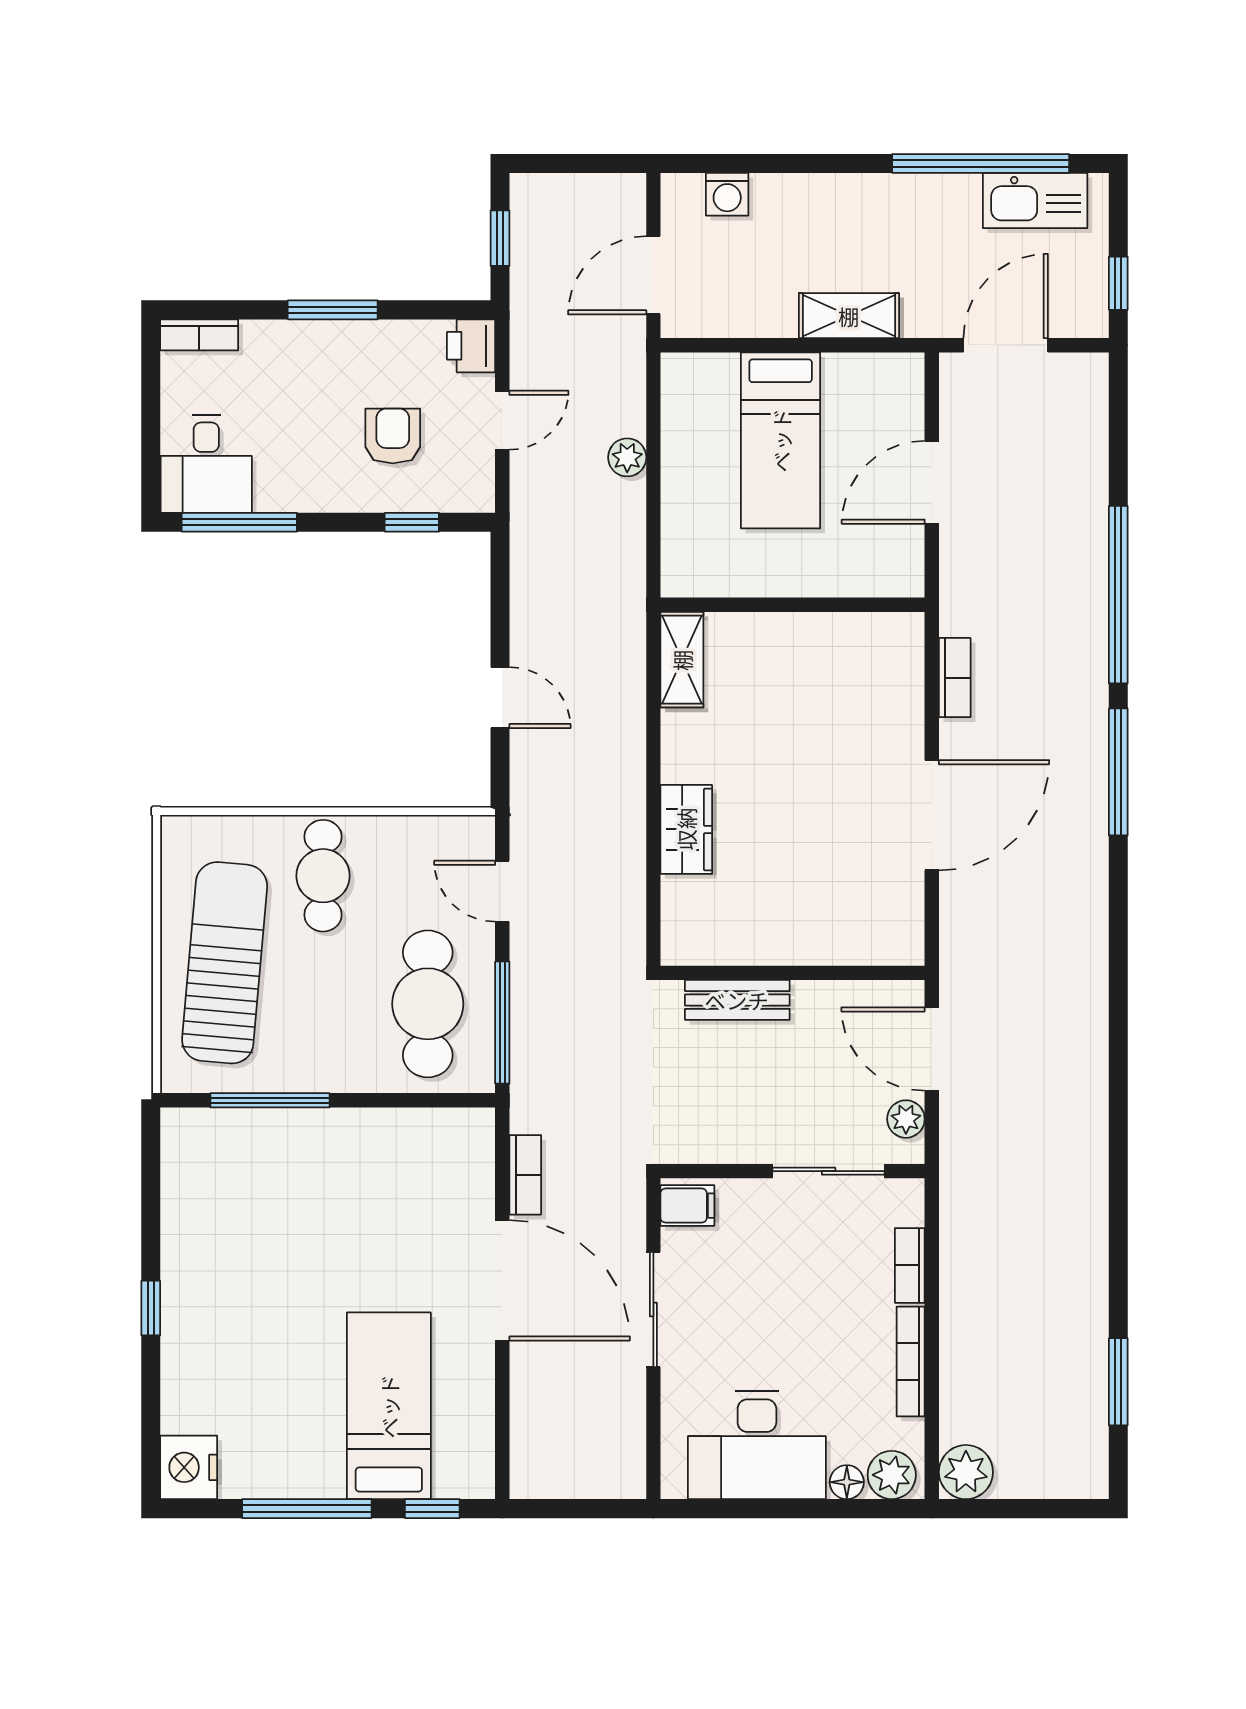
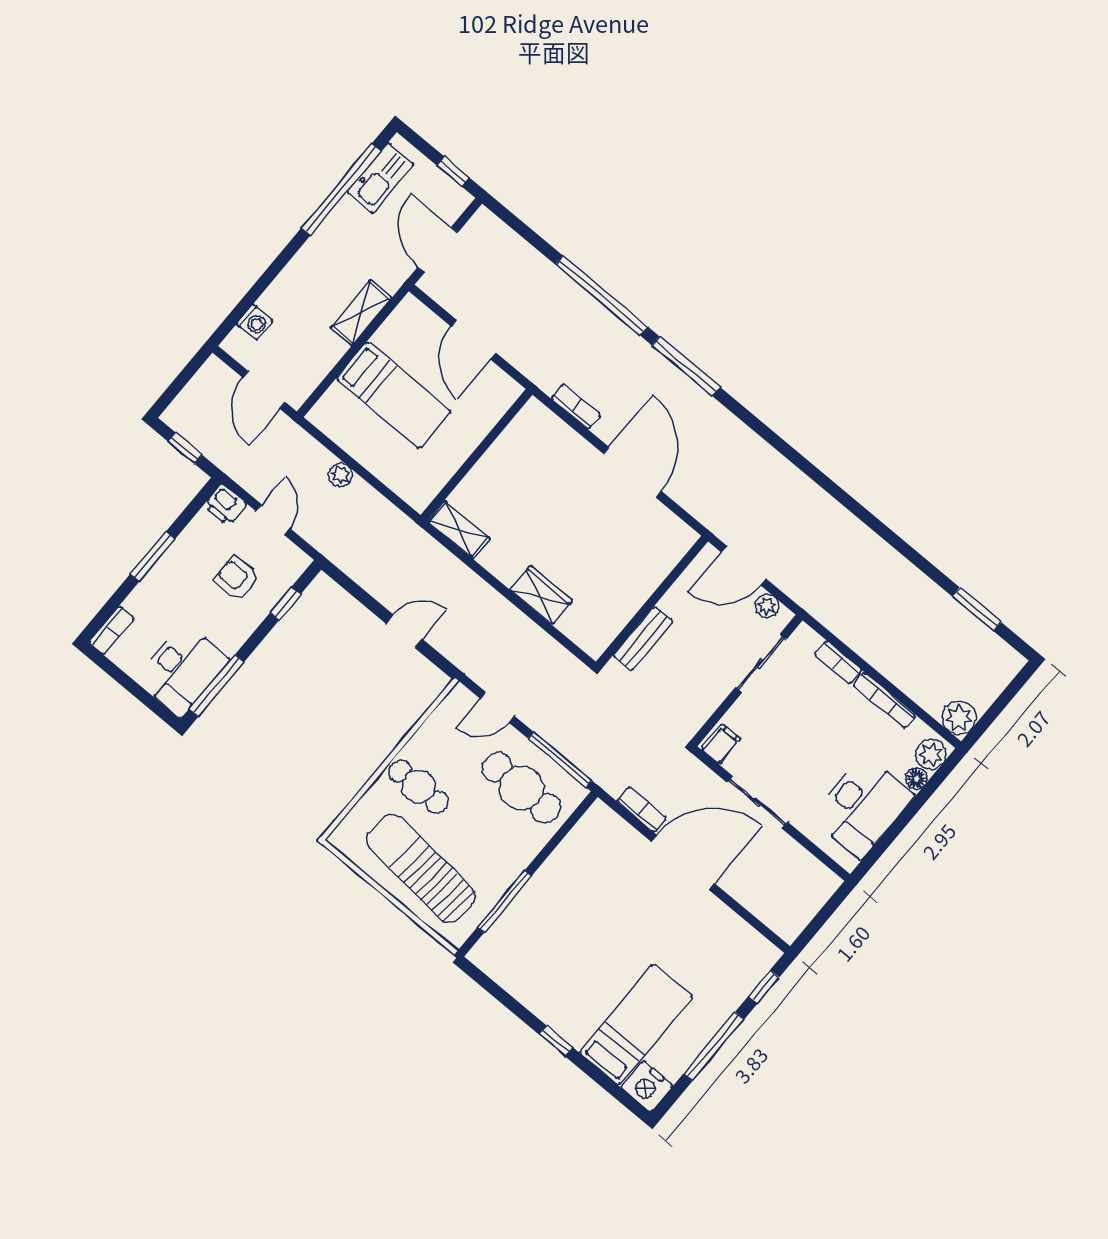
desk: (206, 464) -> (182, 670), width x1.37
bed: (389, 1406) -> (636, 1025), moved, turned 90

